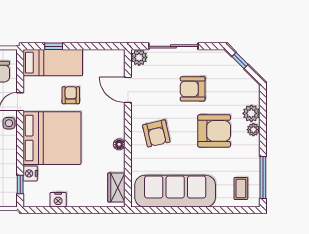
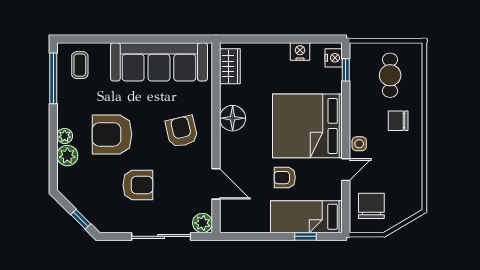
armchair: (71, 95) -> (285, 178), turned 90
floor lamp: (119, 144) -> (233, 118), width x1.89, depth x1.89
nightstand: (30, 173) -> (334, 58), moved

